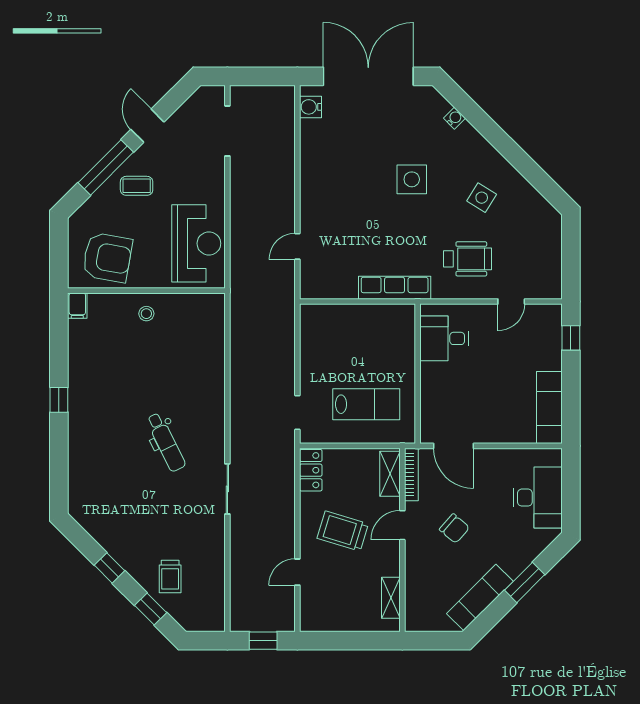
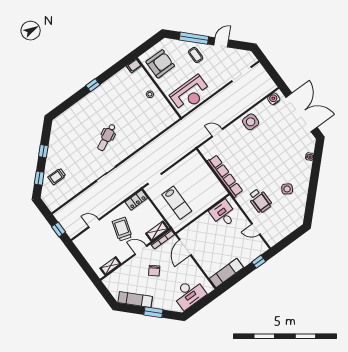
side table: (412, 179) -> (251, 122), moved
armchair: (107, 258) -> (160, 64), turned -100
row of seats: (395, 288) -> (225, 176), width x1.36

